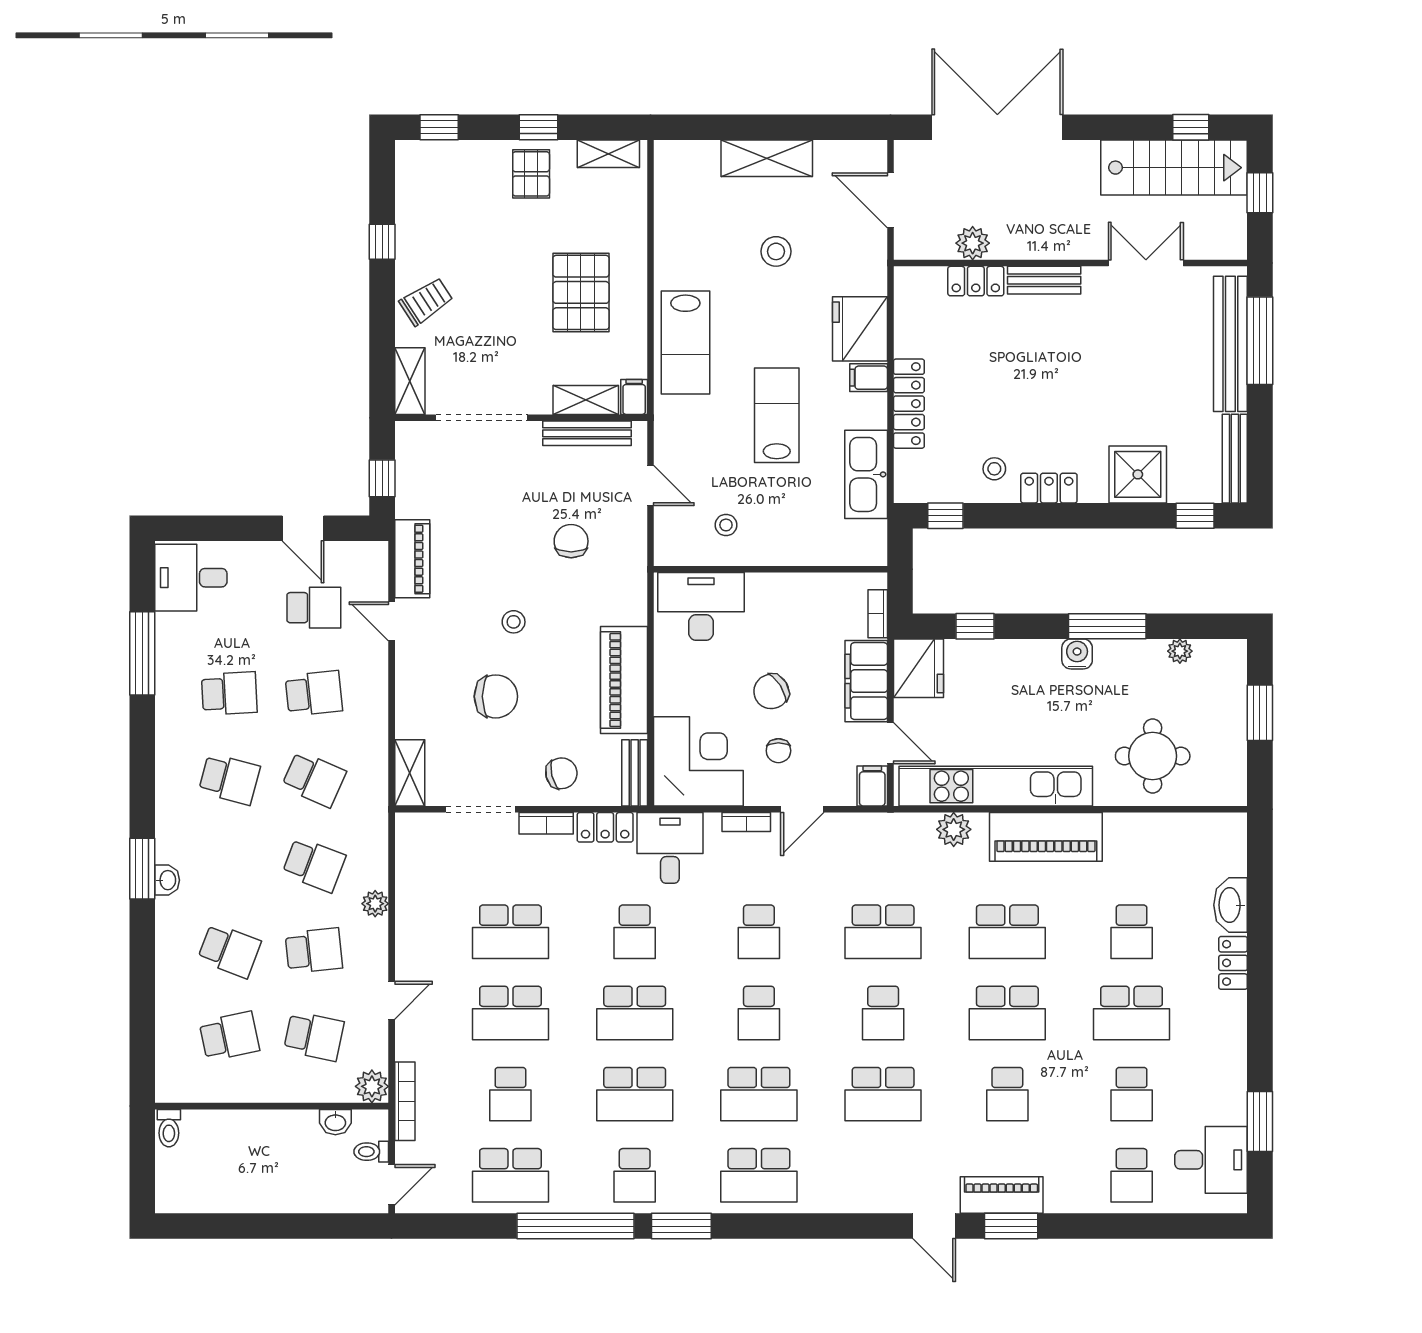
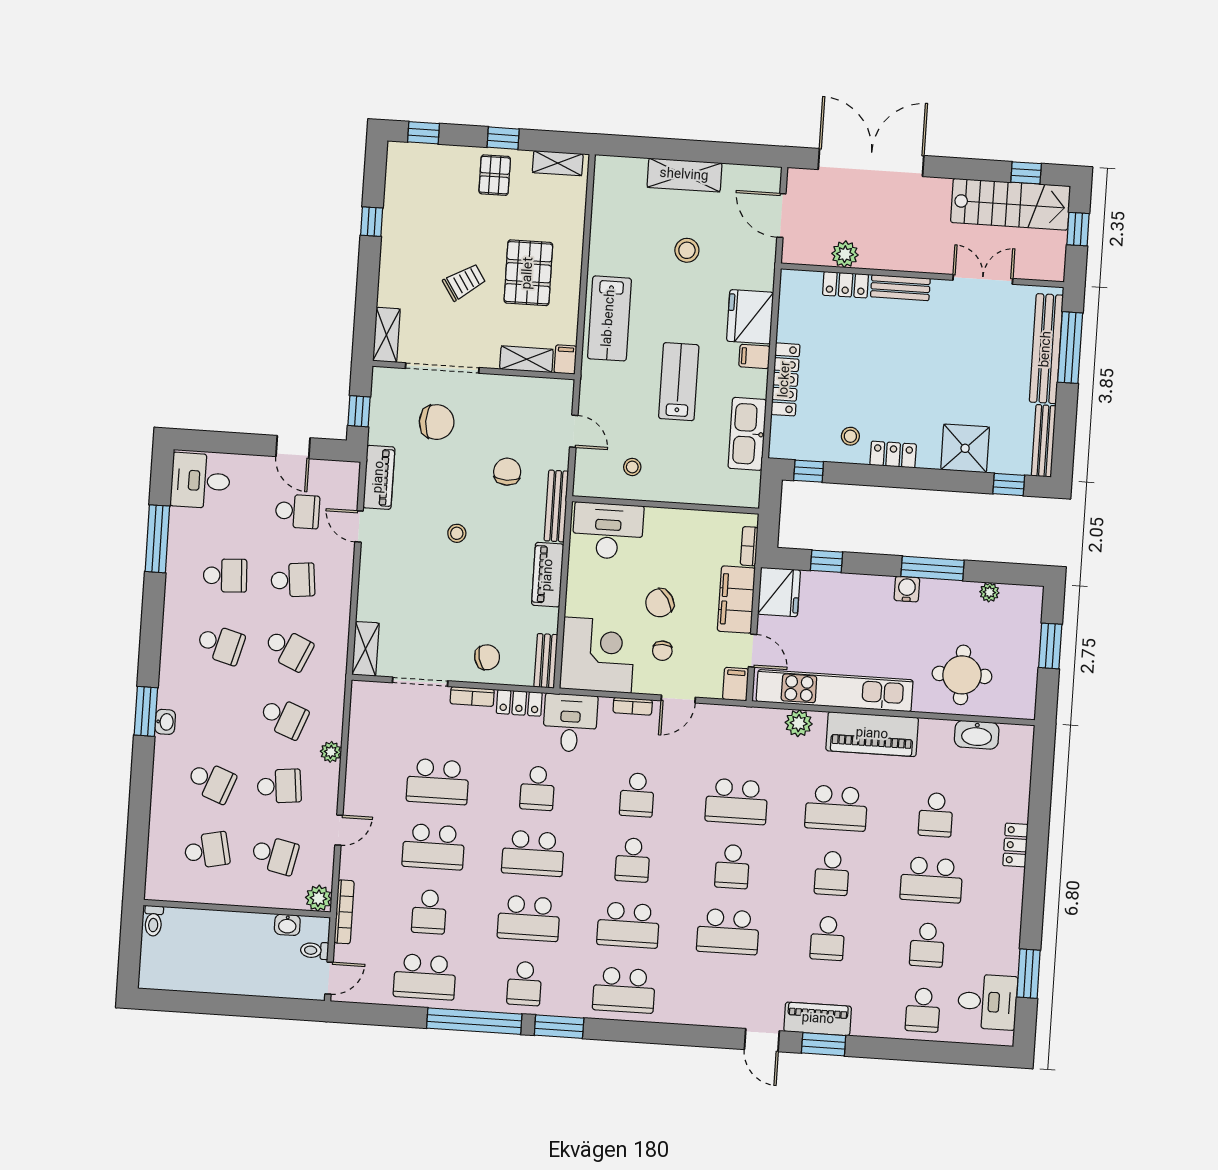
trolley: (426, 301) -> (464, 282), moved
bench: (587, 433) -> (556, 506), moved, turned 90
piano: (624, 680) -> (548, 575), width x0.73, depth x0.75
chair: (496, 696) -> (437, 422), moved
washbasin: (1231, 905) -> (977, 735), moved, turned -90
school desk: (1007, 1013) -> (832, 873), width x0.54

